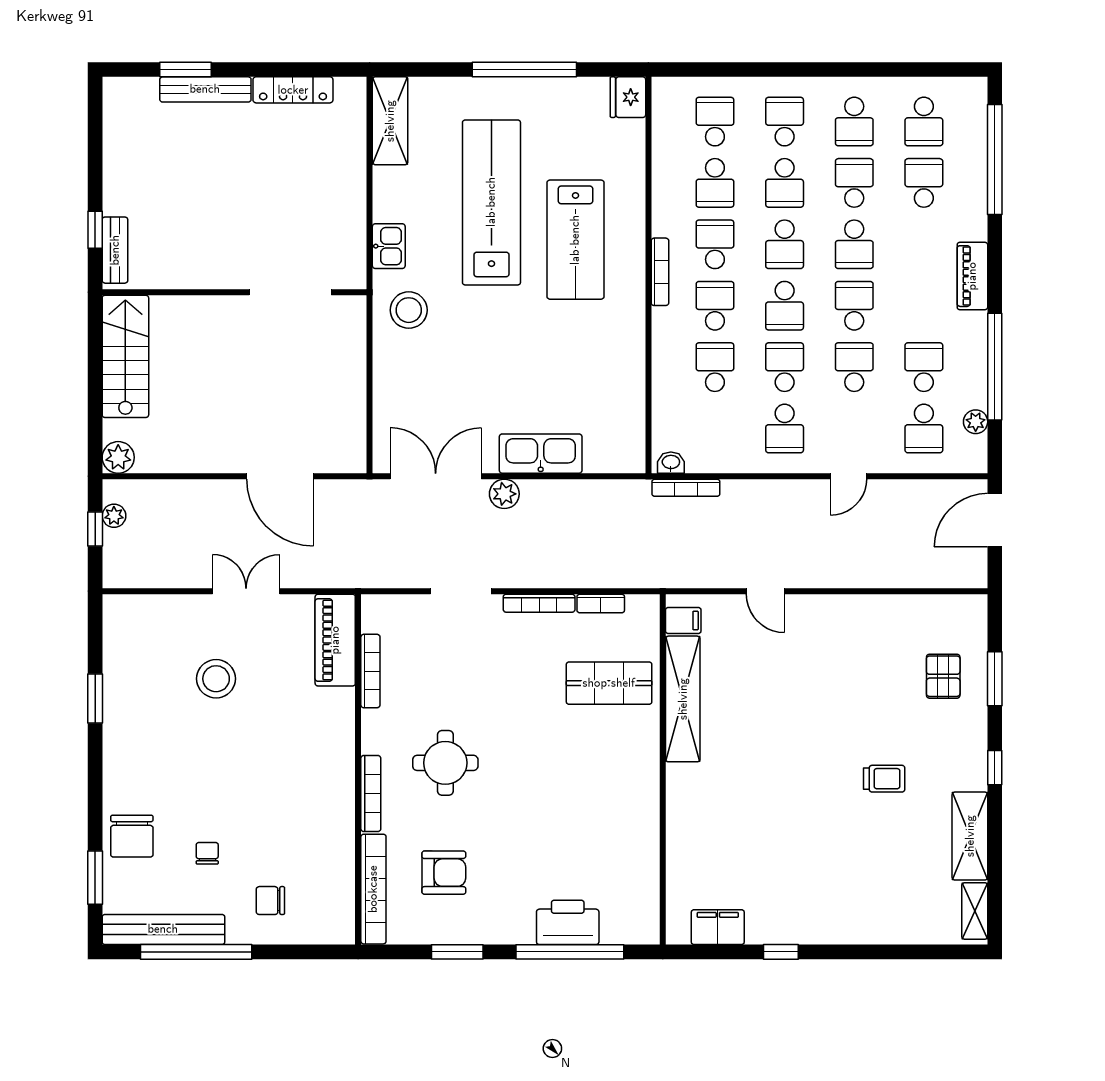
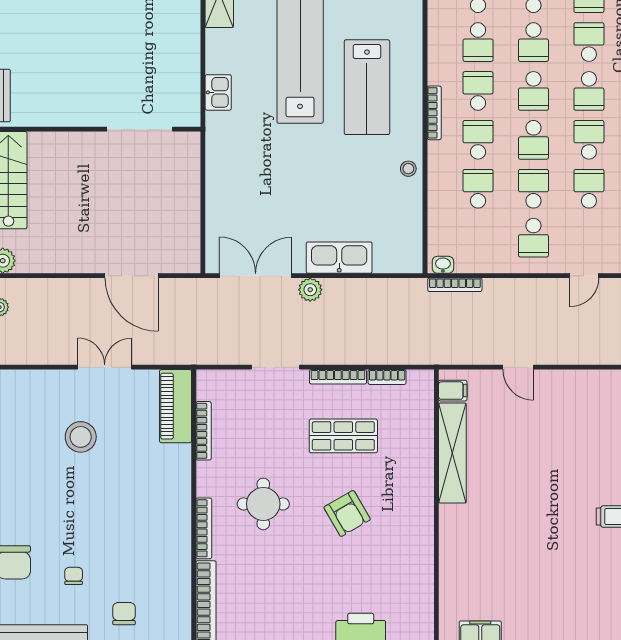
stool: (409, 310) -> (408, 169), moved, width x0.53, depth x0.53
shop shelf: (609, 683) -> (343, 436), moved
armchair: (444, 873) -> (347, 513), moved, turned 60
chair: (270, 901) -> (124, 614), turned 90

